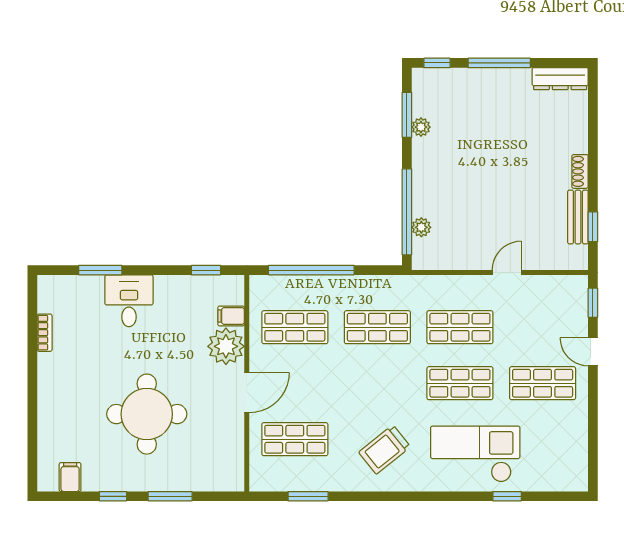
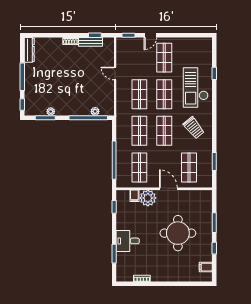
shop shelf: (377, 383) -> (164, 131), added

